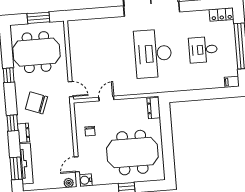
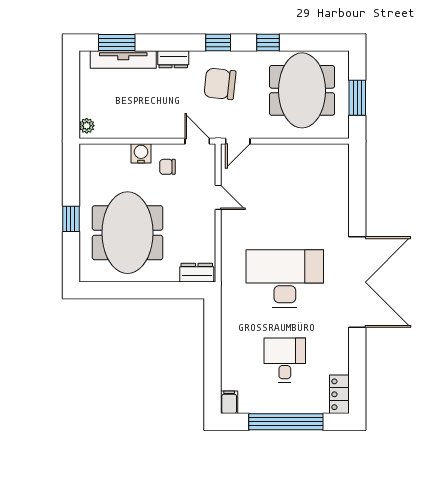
chair: (36, 103) -> (220, 84), turned -104
window: (12, 123) -> (218, 42), moved
door: (77, 164) -> (197, 141), moved
water cooler: (86, 180) -> (141, 153), moved

